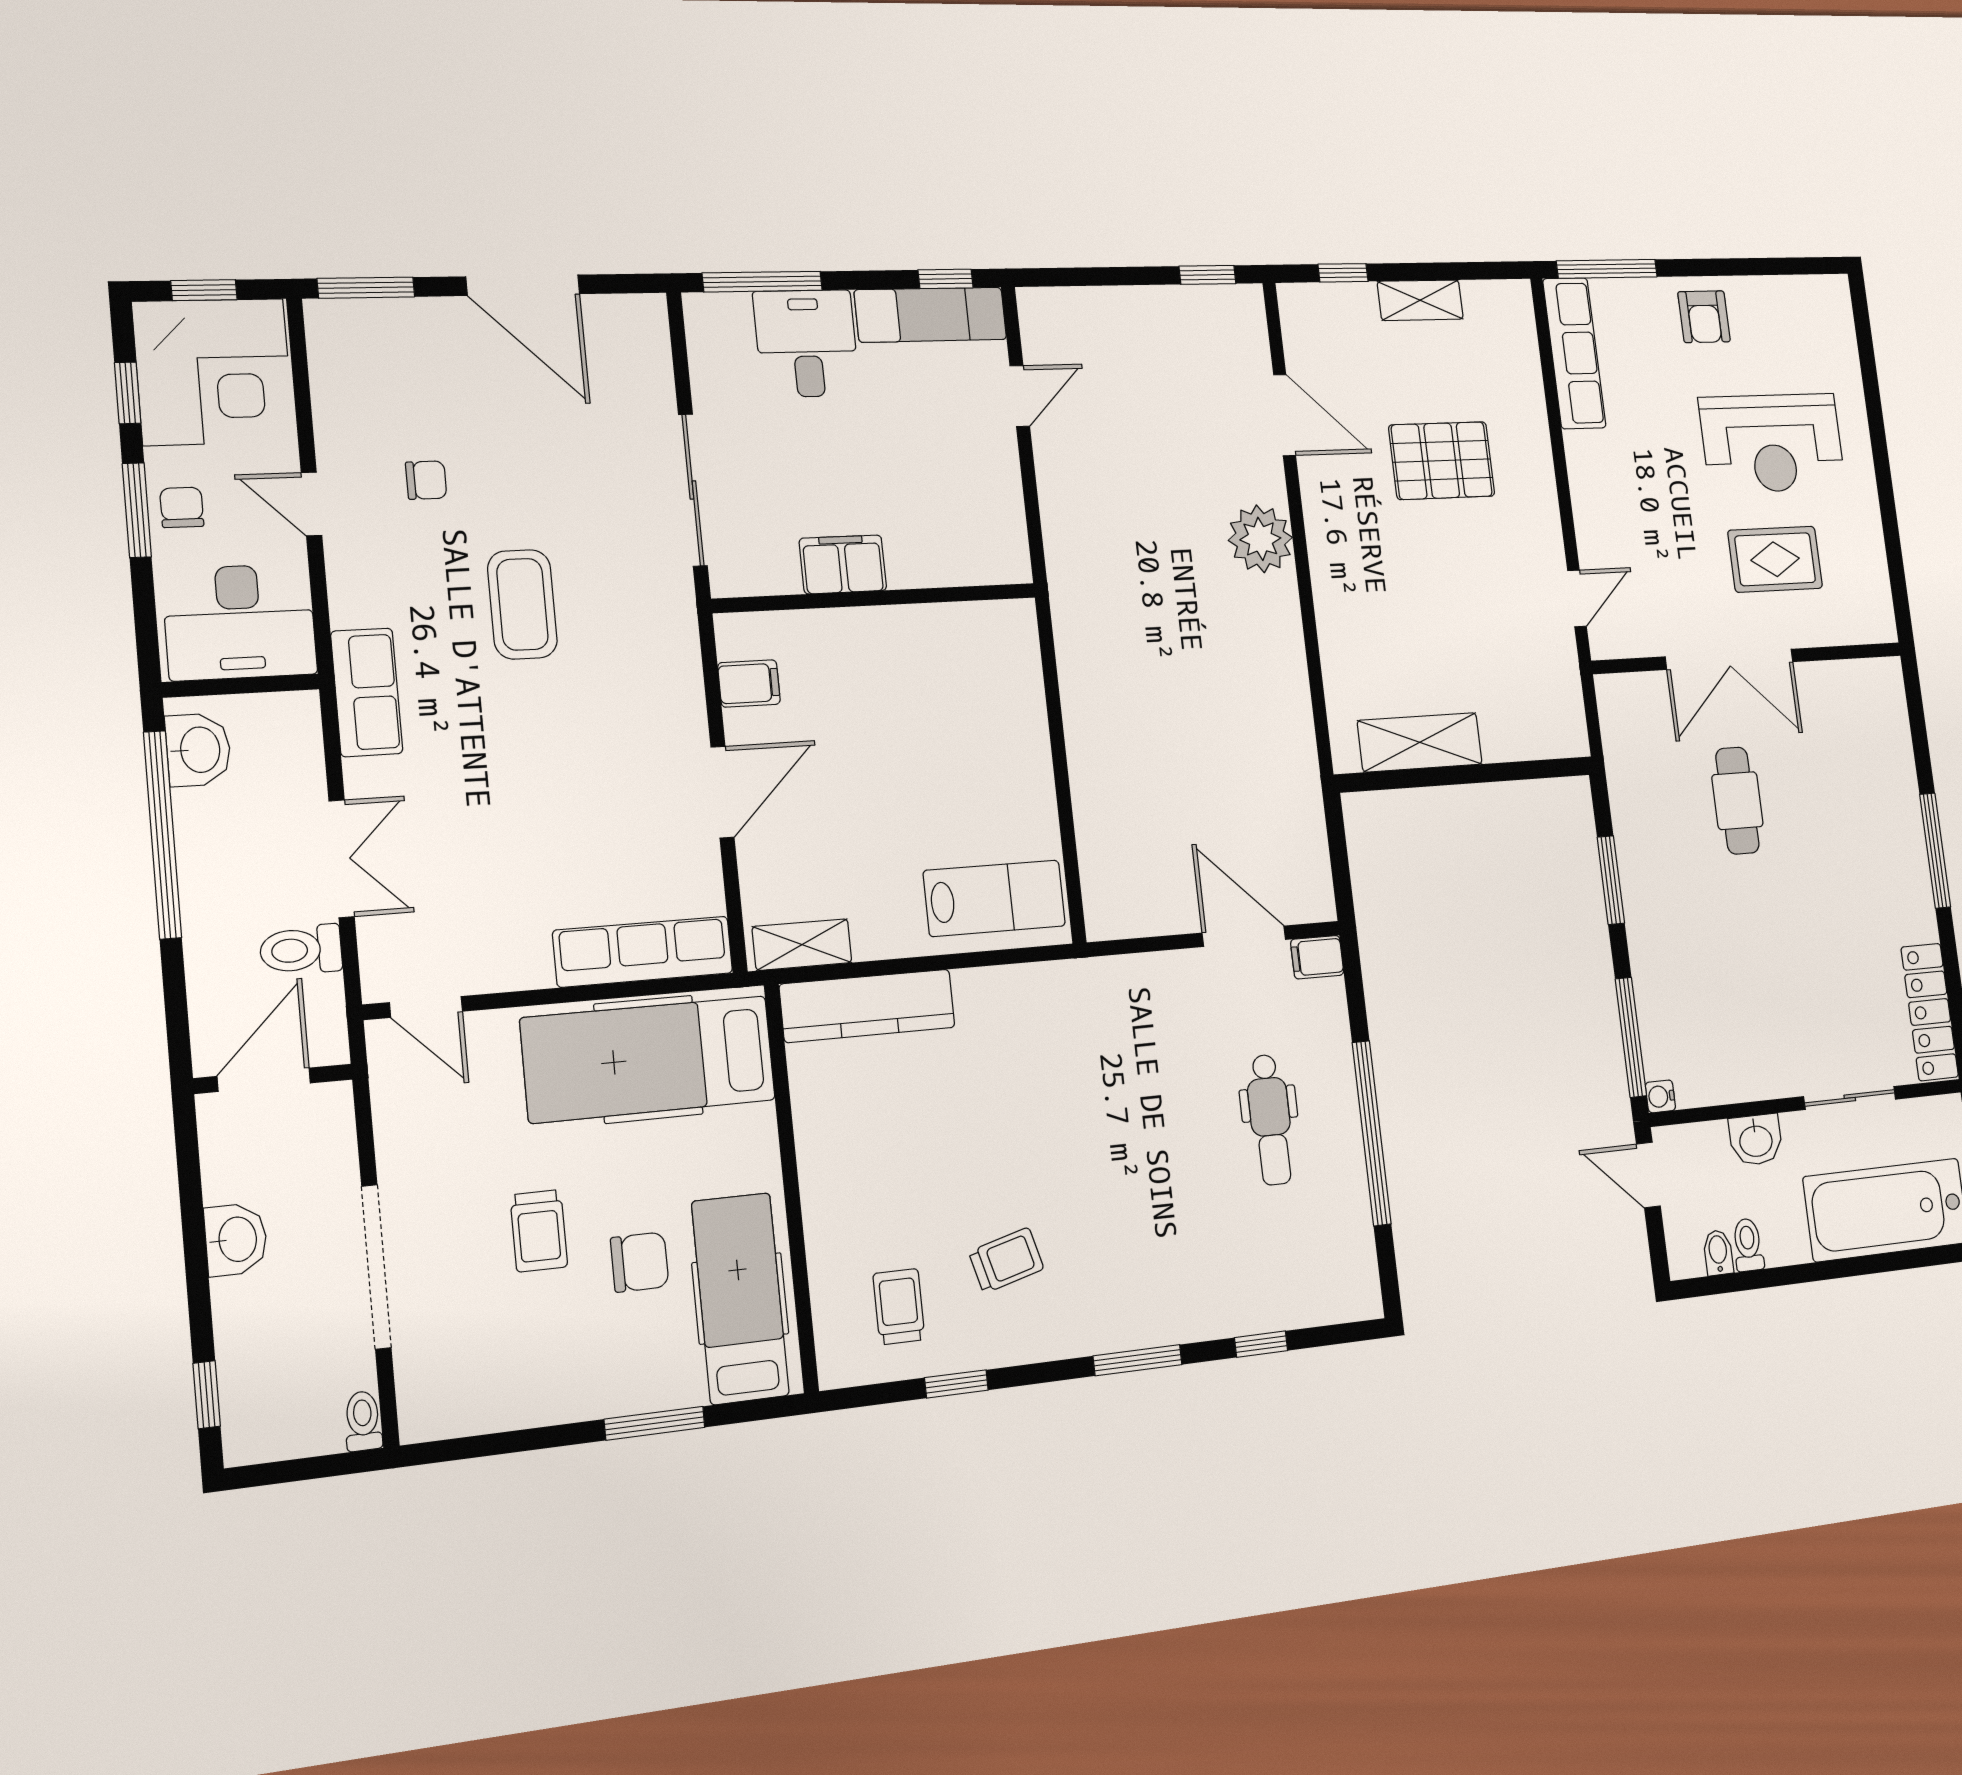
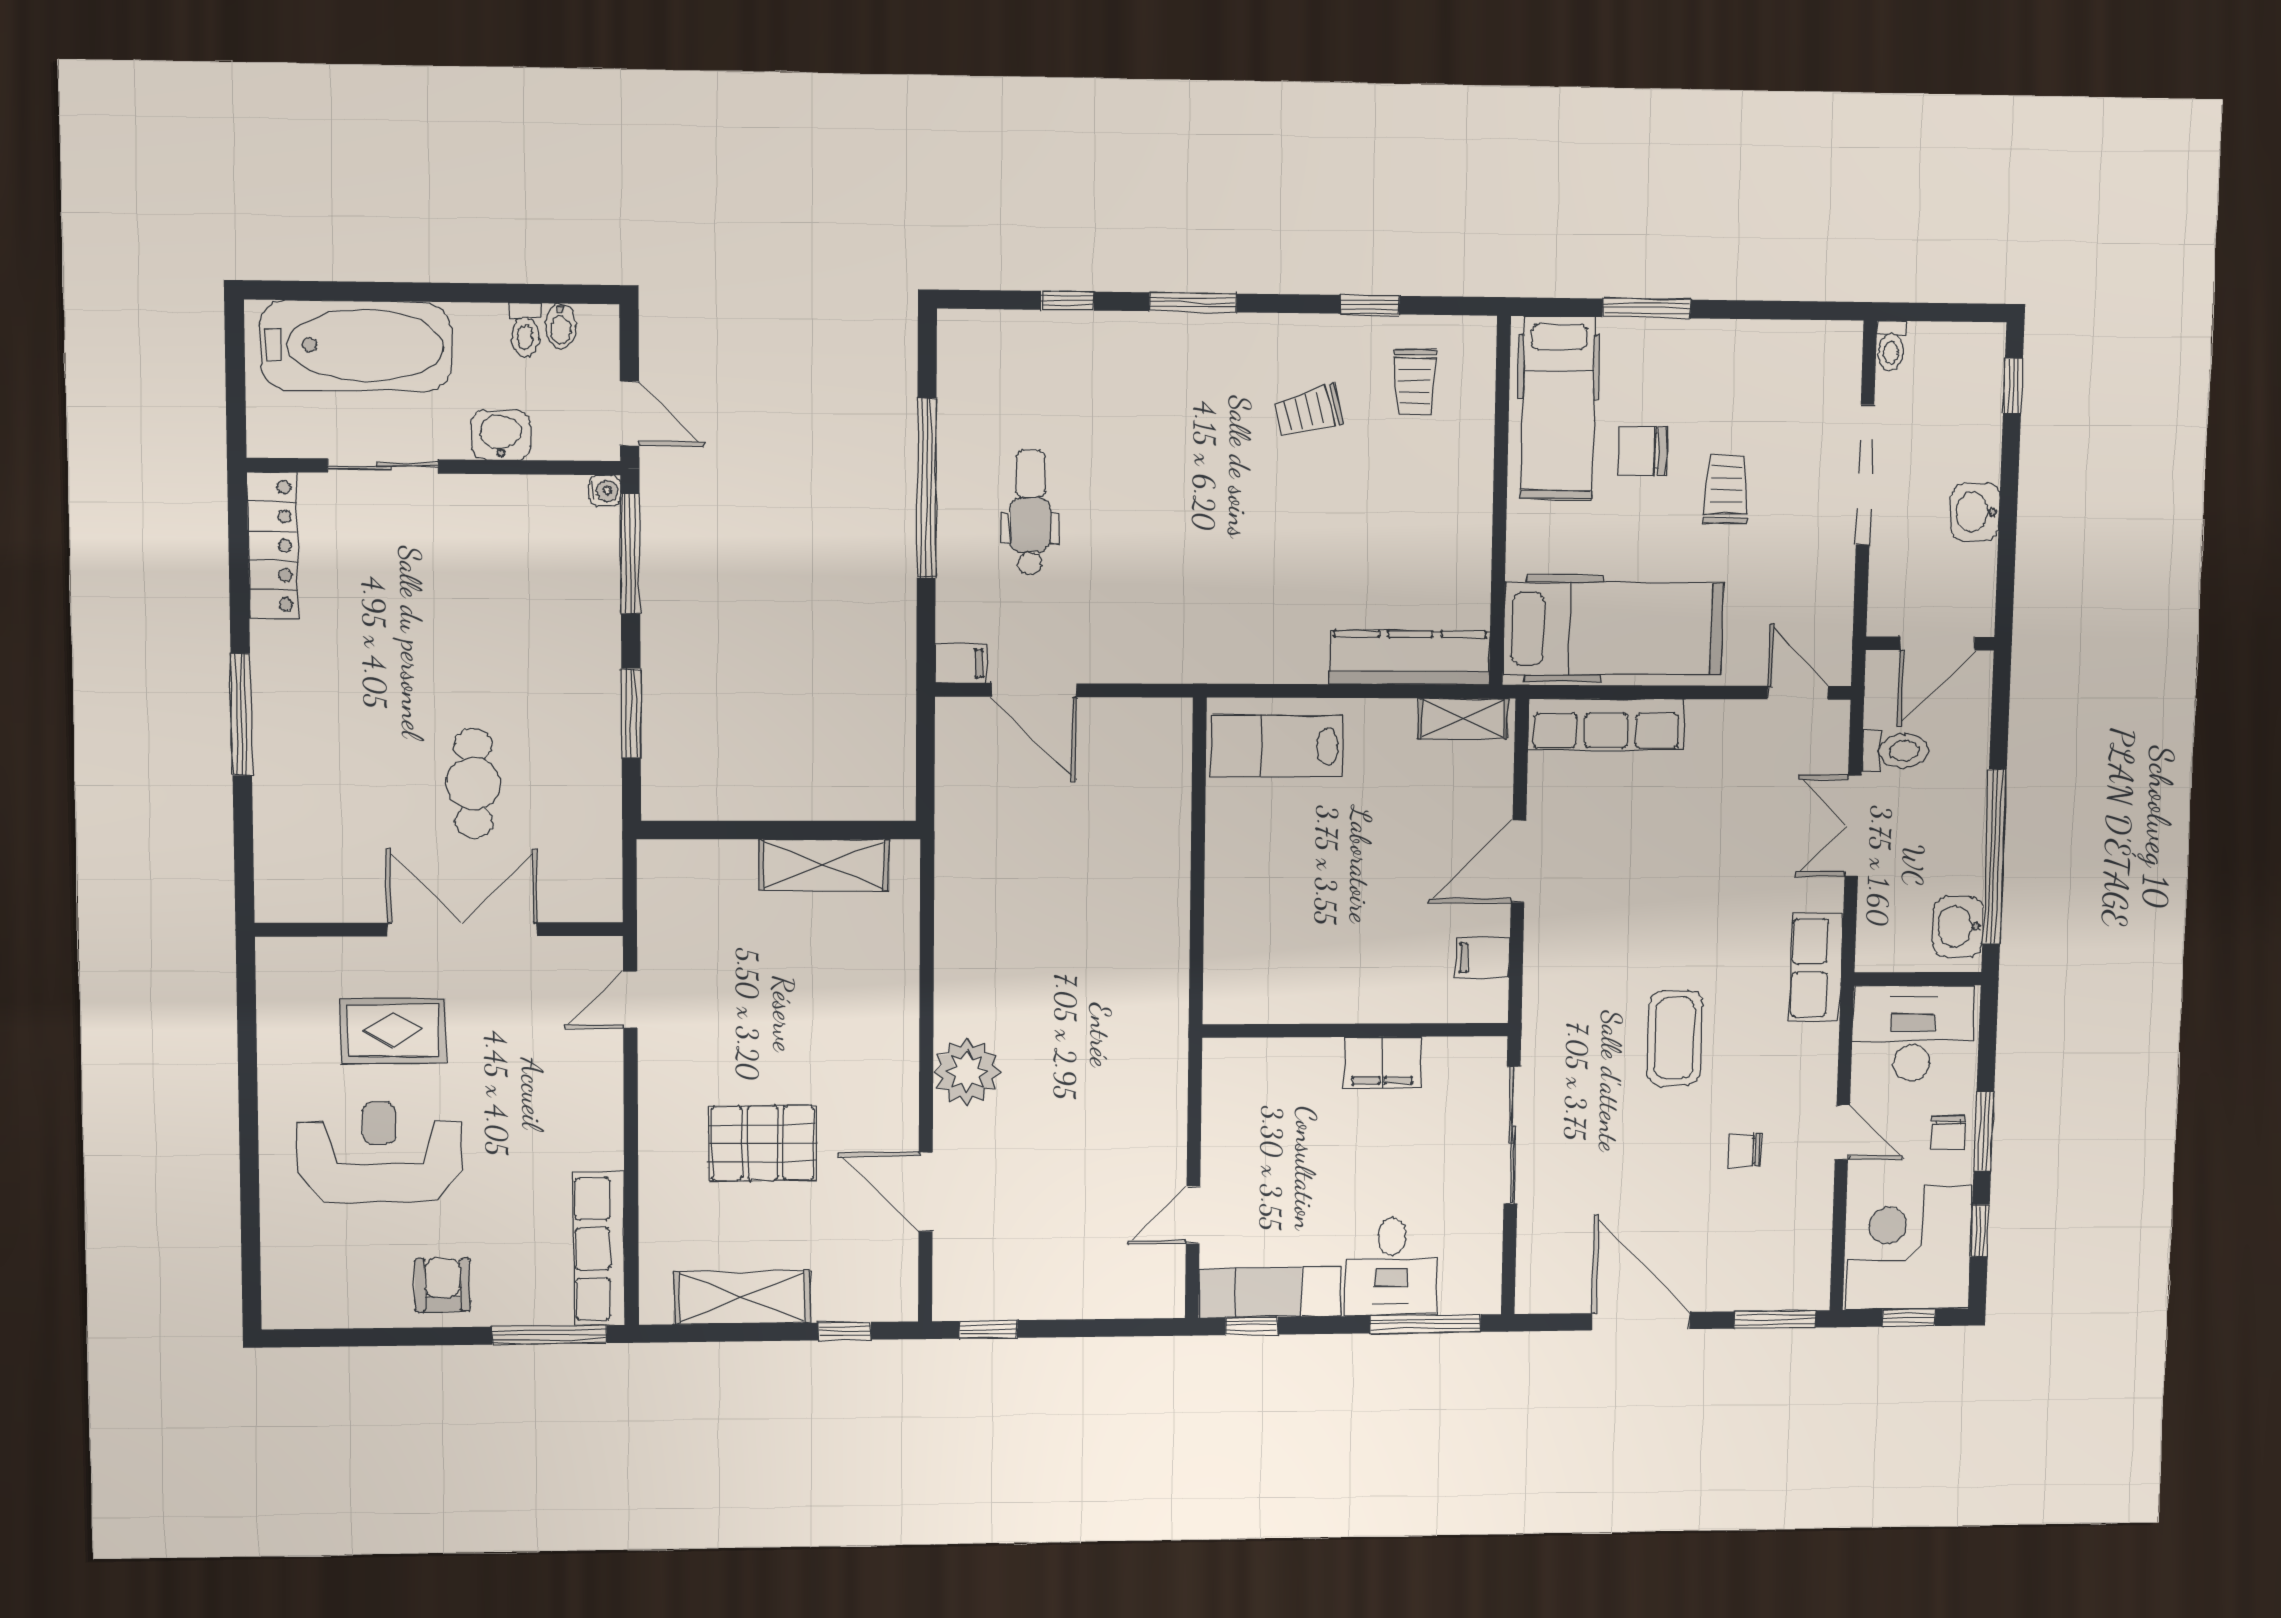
shelving: (1420, 300) -> (742, 1297), width x1.50, depth x1.33

